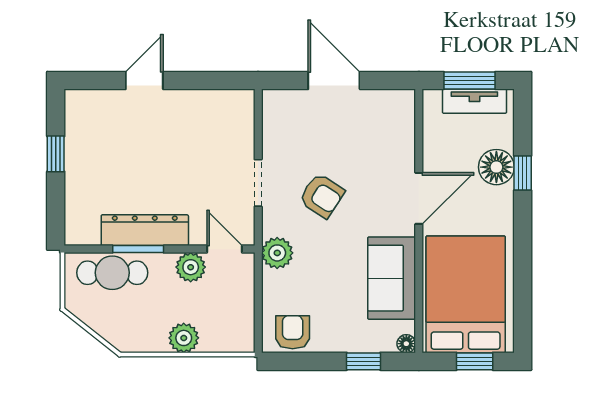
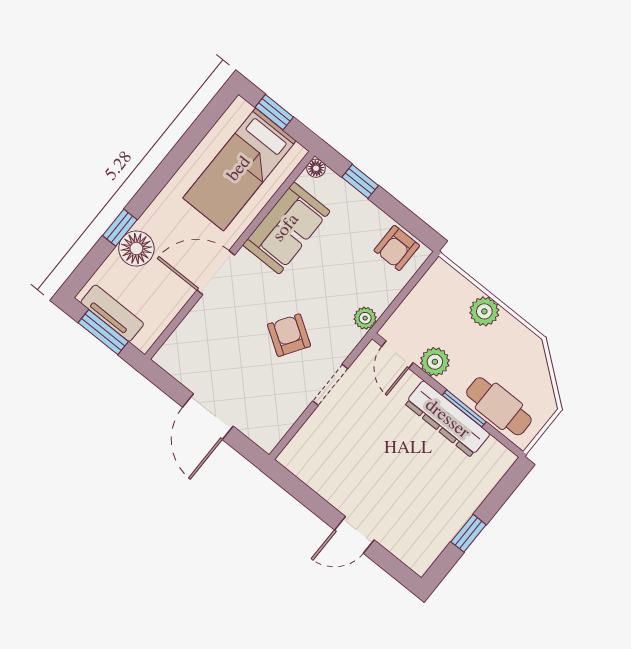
plant: (277, 253) -> (365, 318), width x0.73, depth x0.73
bed: (466, 294) -> (239, 169), width x0.67

